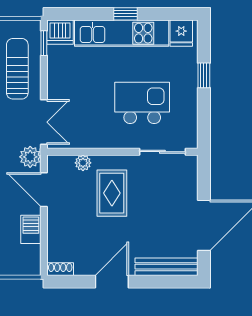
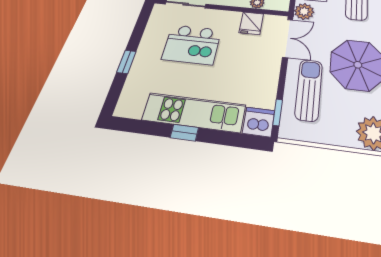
fridge: (181, 33) -> (251, 23), moved, turned 180
sun lounger: (17, 69) -> (309, 89), turned 180
double door: (44, 122) -> (288, 38), swing flipped

